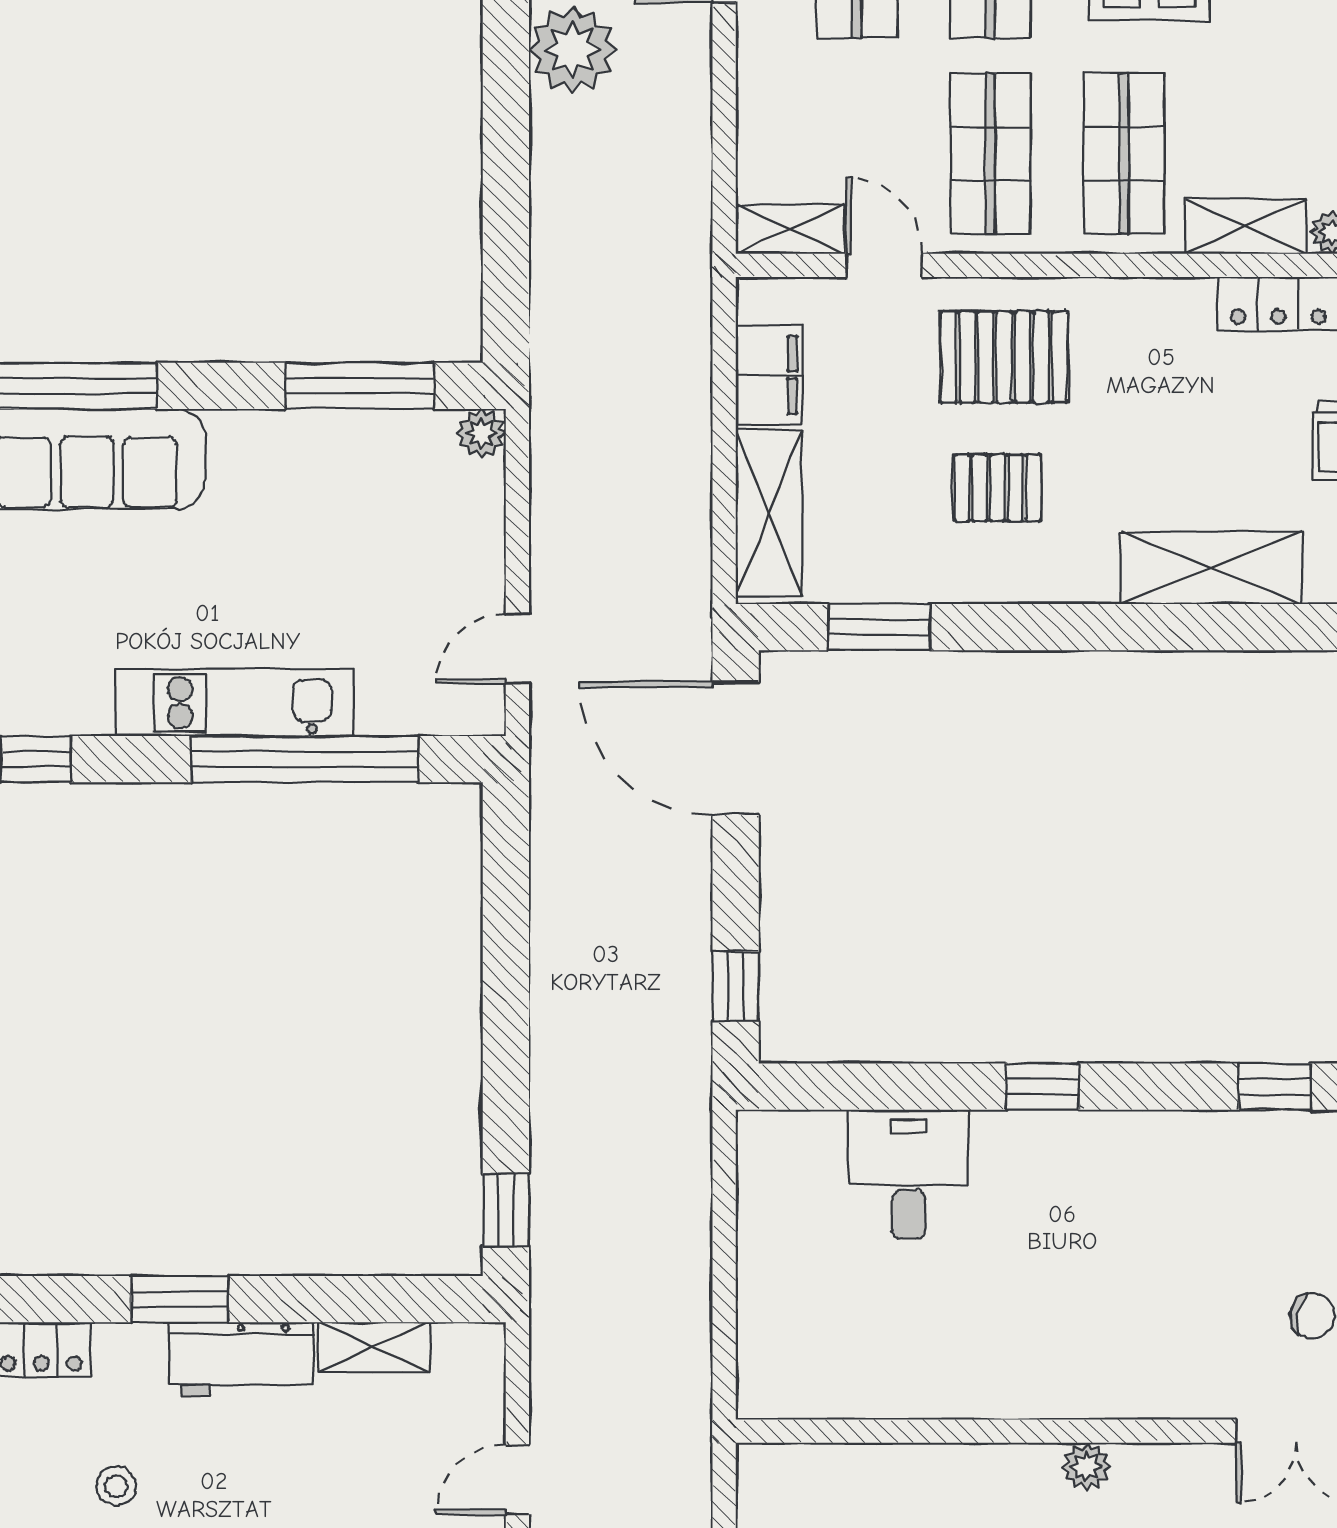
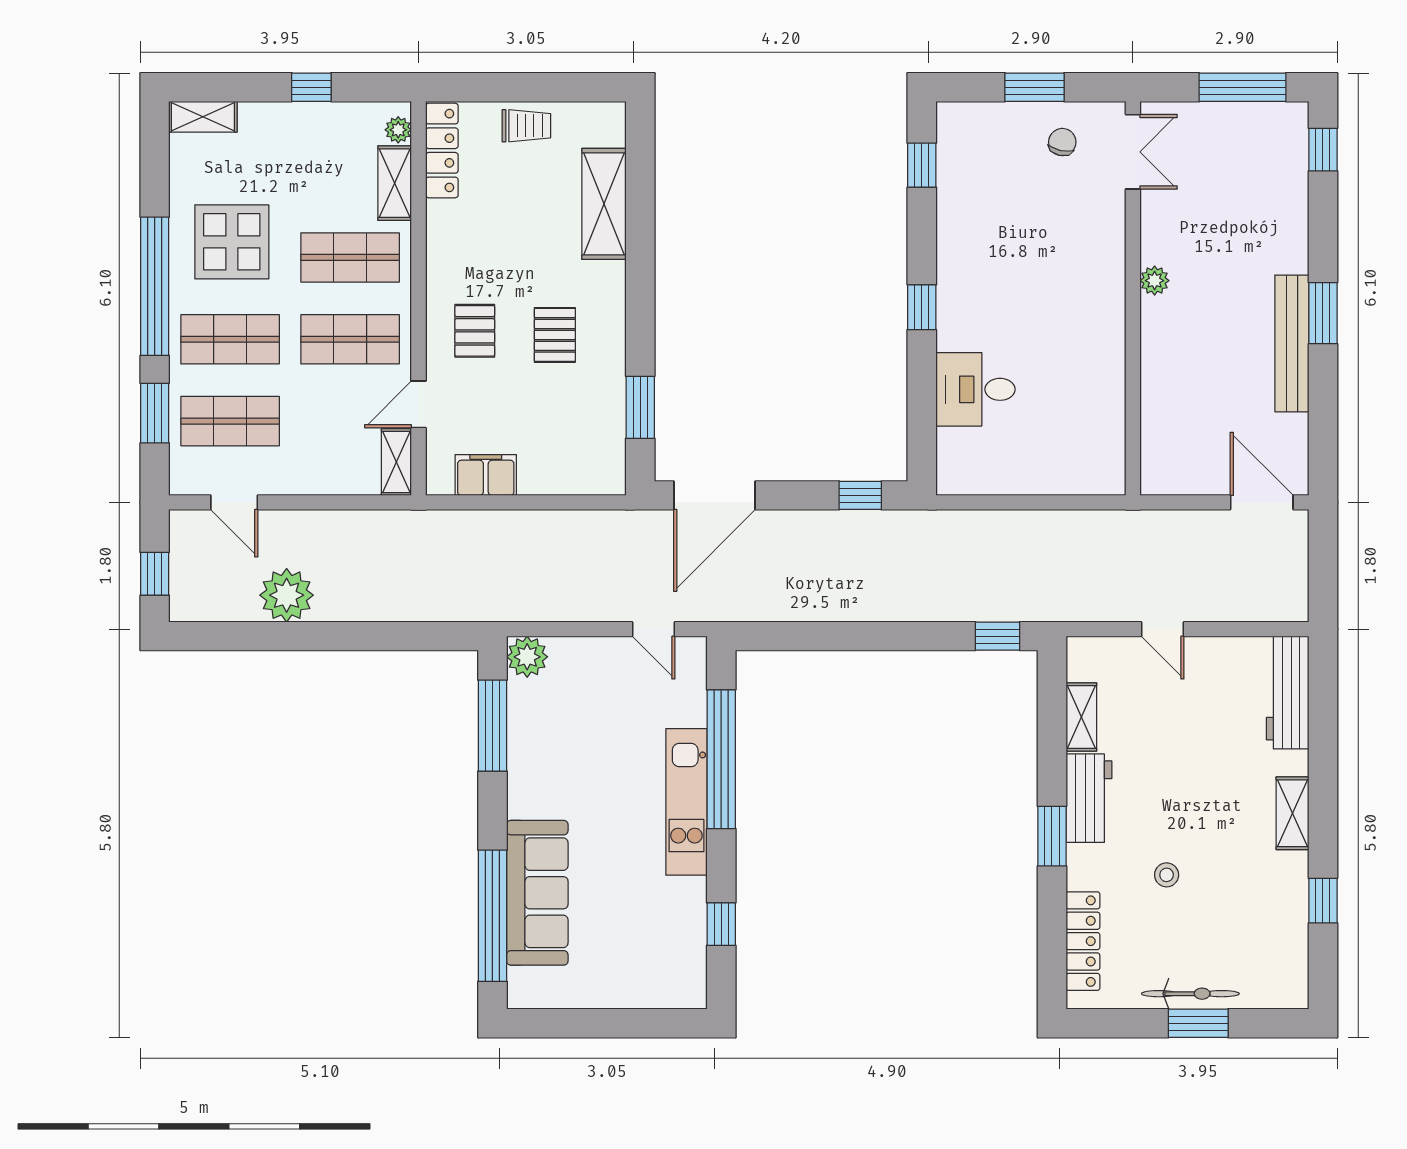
pallet: (1004, 357) -> (475, 331), width x0.67, depth x0.71
plant: (481, 433) -> (527, 657), width x1.38, depth x1.38
shelving: (769, 513) -> (570, 475), removed

